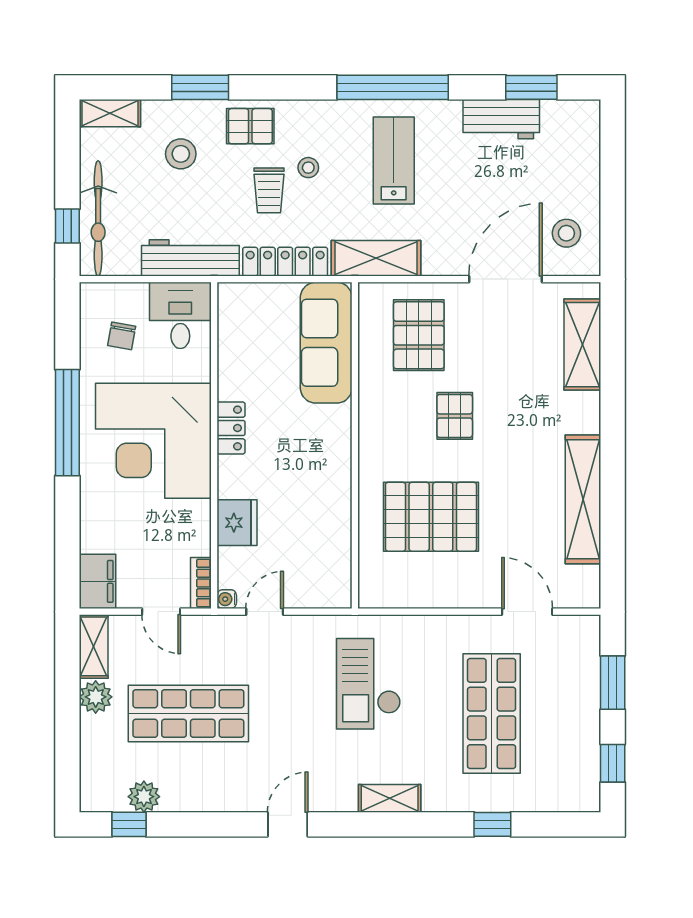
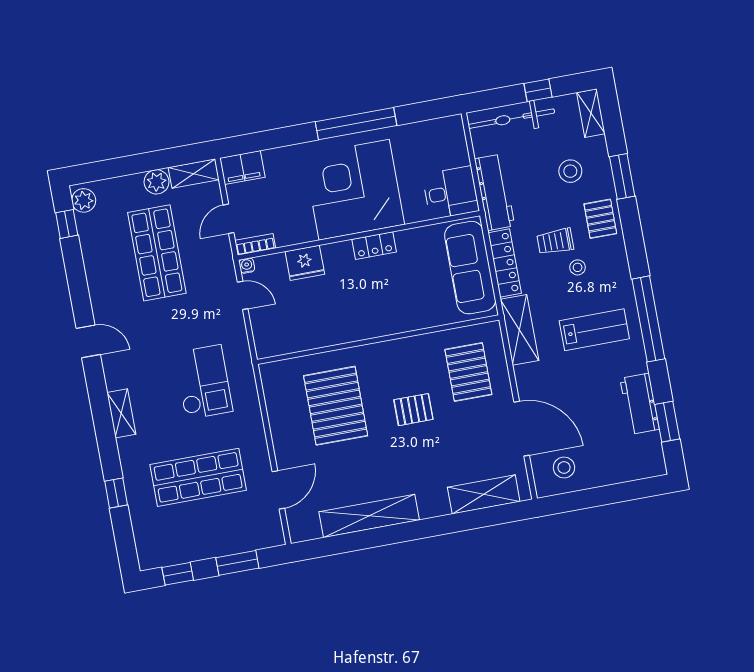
window: (67, 226) -> (538, 90), moved
pallet: (419, 335) -> (468, 372), turned 90
chair: (122, 336) -> (427, 152), removed
sofa: (326, 343) -> (470, 268), moved, turned -90
checkout: (368, 684) -> (203, 382), turned 90
plant: (144, 797) -> (84, 200), moved

